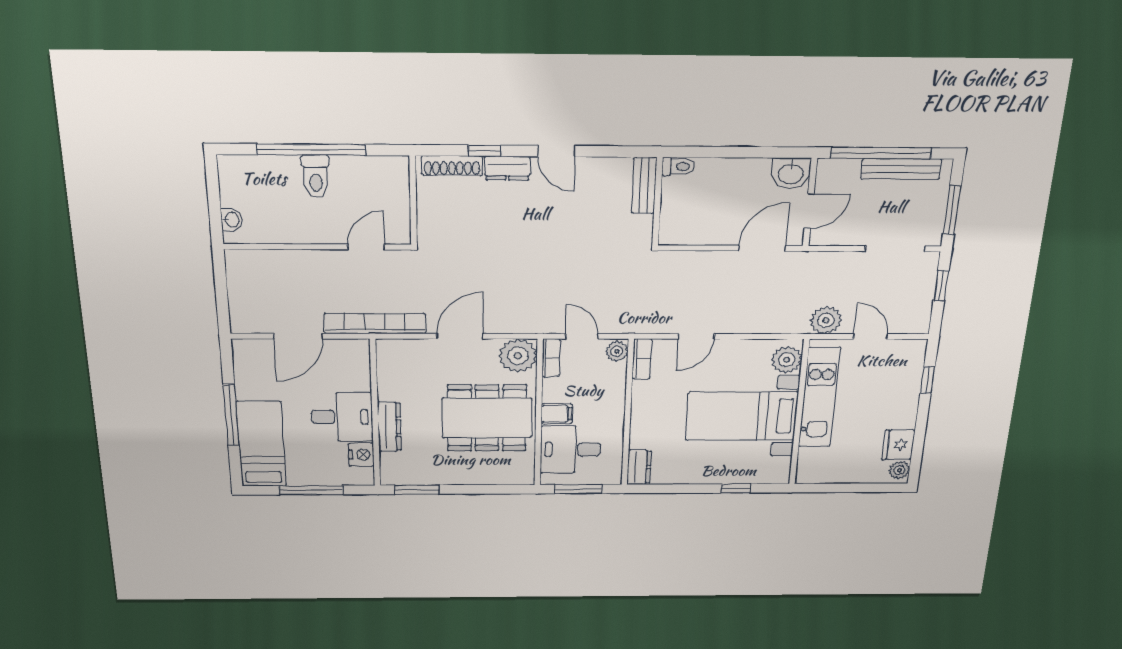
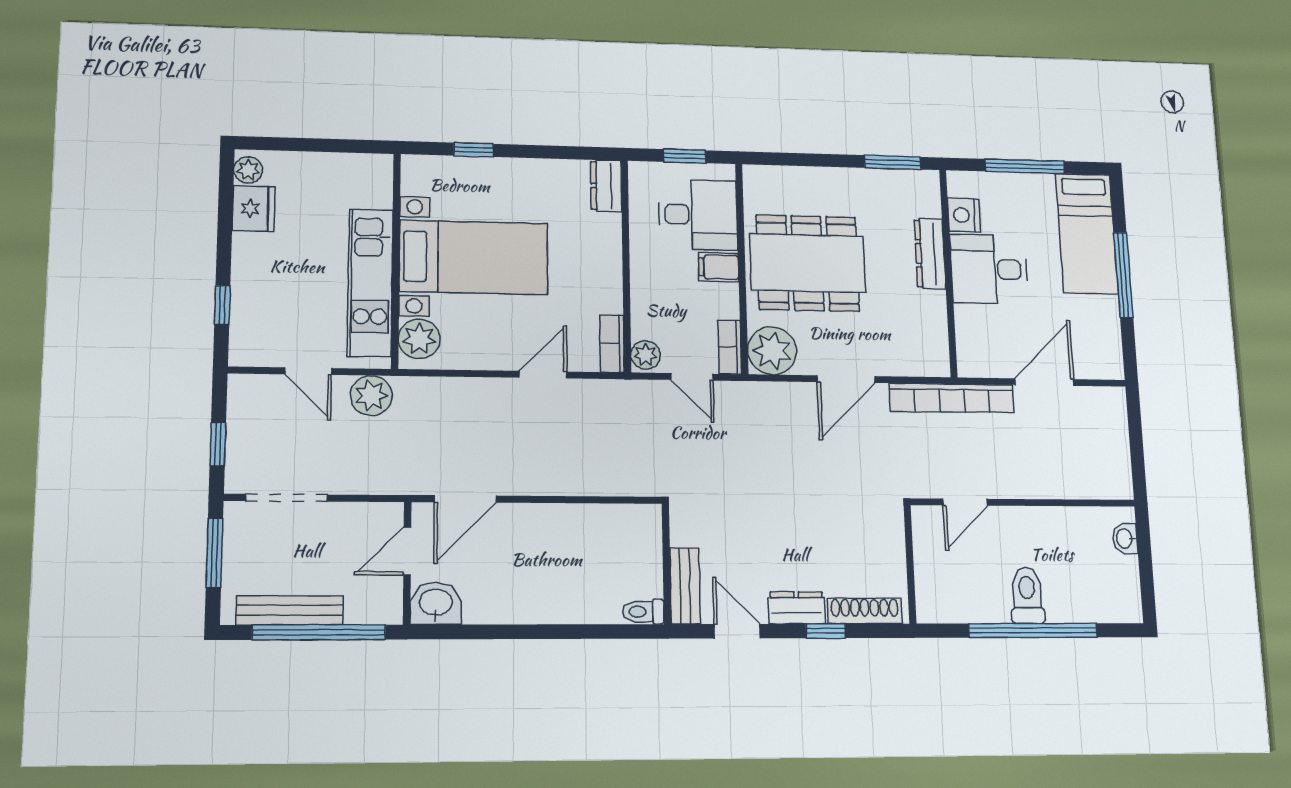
toilet: (678, 167) -> (643, 612), moved
bench: (644, 185) -> (685, 586), moved
wall: (657, 202) -> (666, 564), moved
window: (578, 489) -> (685, 156), width x0.67

